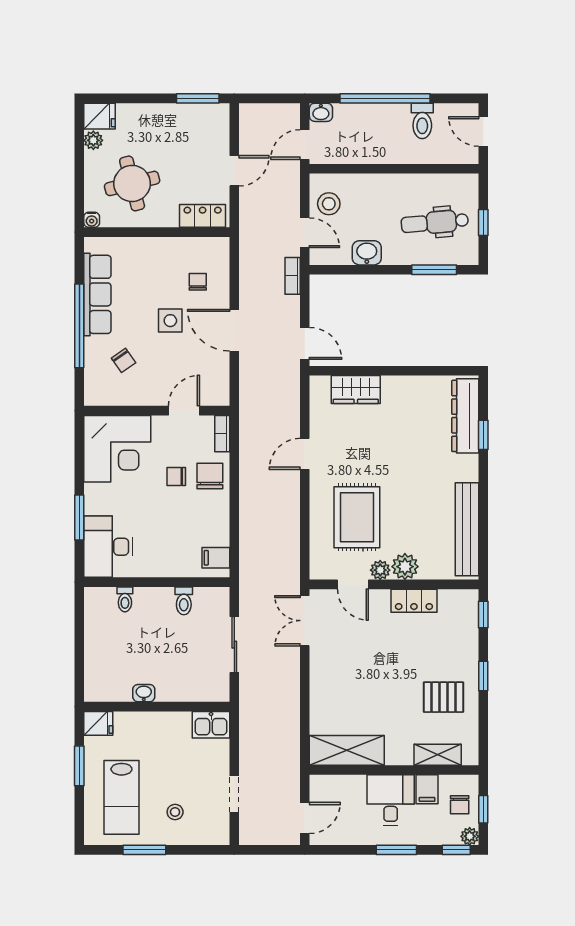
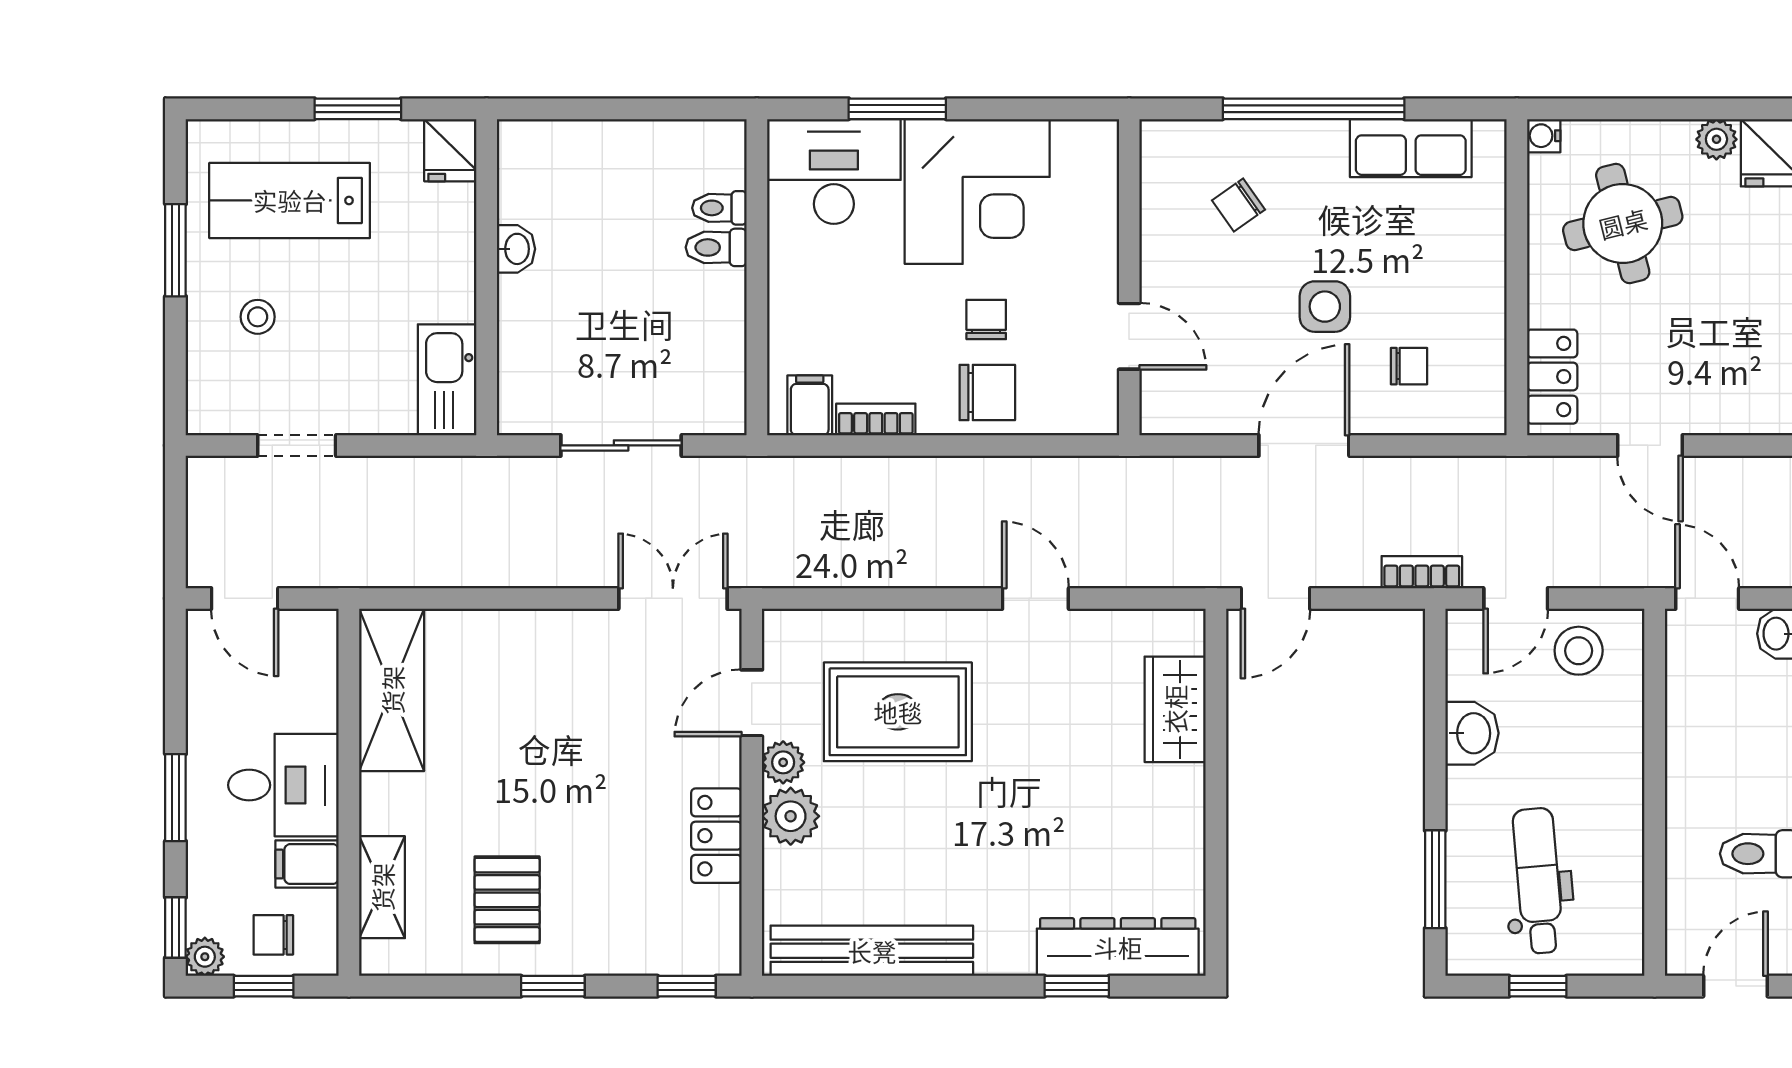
row of seats: (97, 294) -> (1411, 148), width x0.68
bookcase: (222, 434) -> (876, 419), moved
corner desk: (117, 449) -> (977, 191), moved, turned -90
toilet: (184, 601) -> (716, 247), moved
kitchen sink: (211, 725) -> (447, 380), width x1.38

